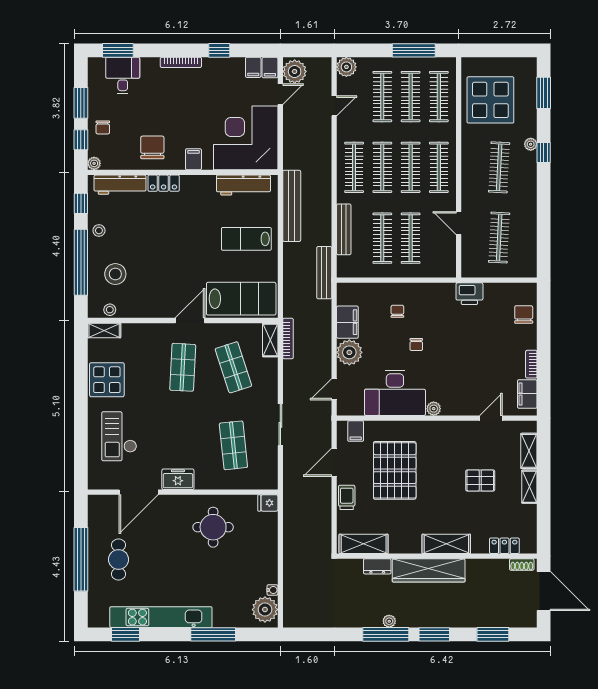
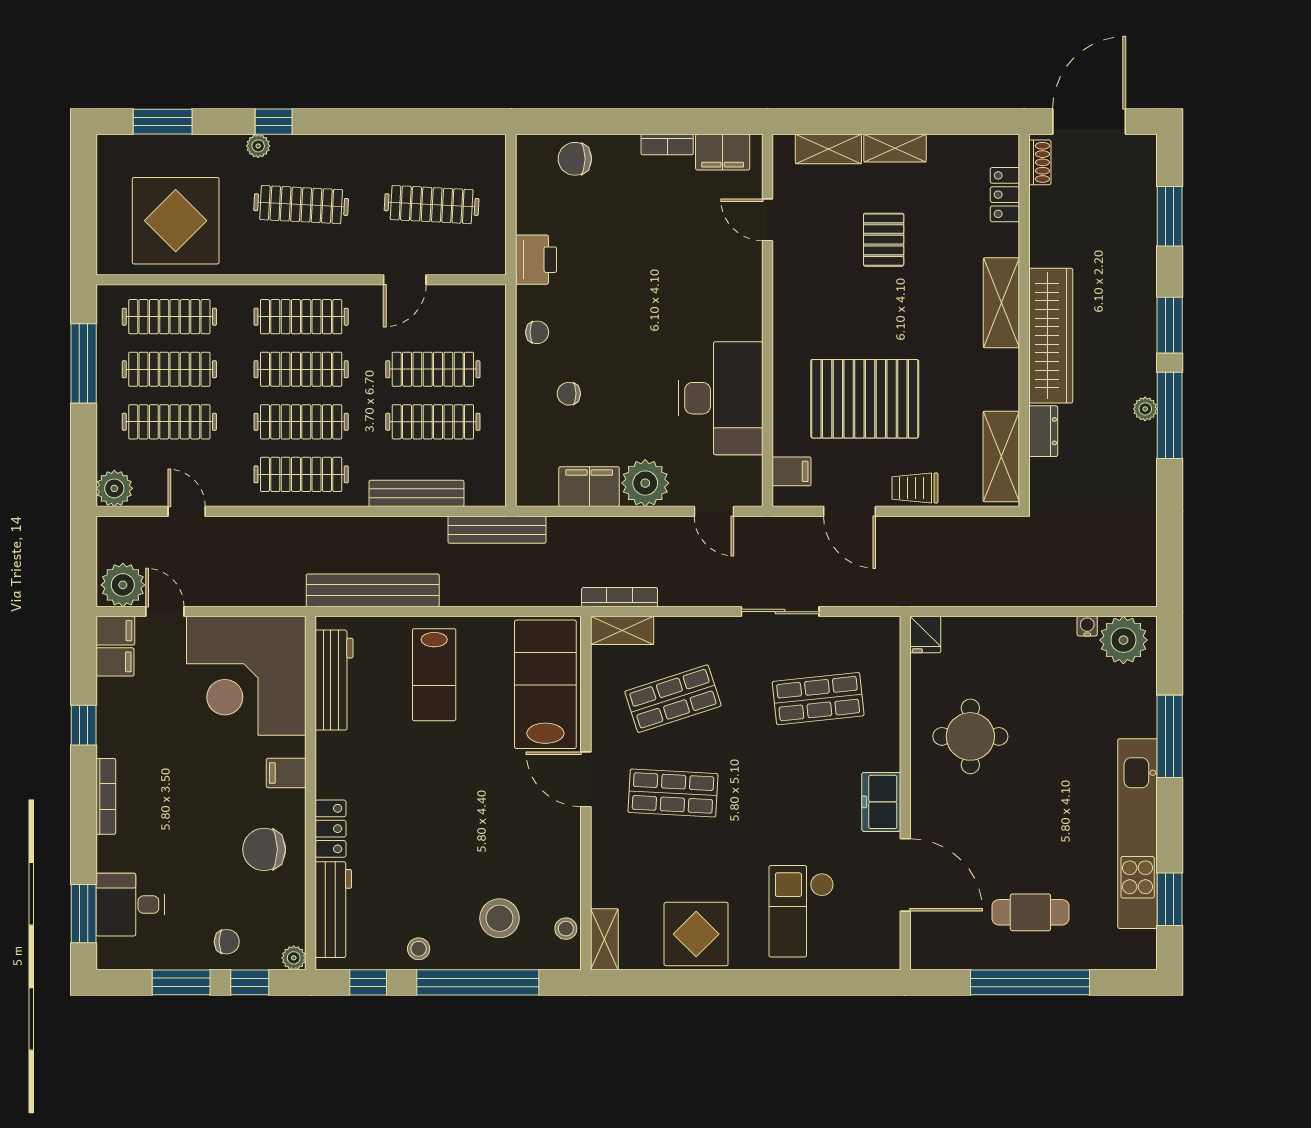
chair: (416, 345) -> (537, 332), moved
plant: (434, 409) -> (750, 326), removed
checkout: (119, 436) -> (801, 911), turned 90

